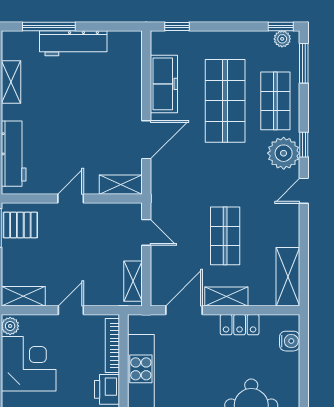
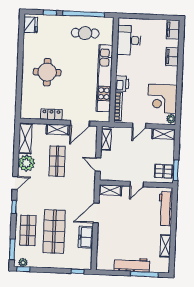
freezer: (164, 84) -> (86, 237), width x0.71
plant: (284, 153) -> (26, 163), moved
water cooler: (290, 341) -> (26, 105), removed

